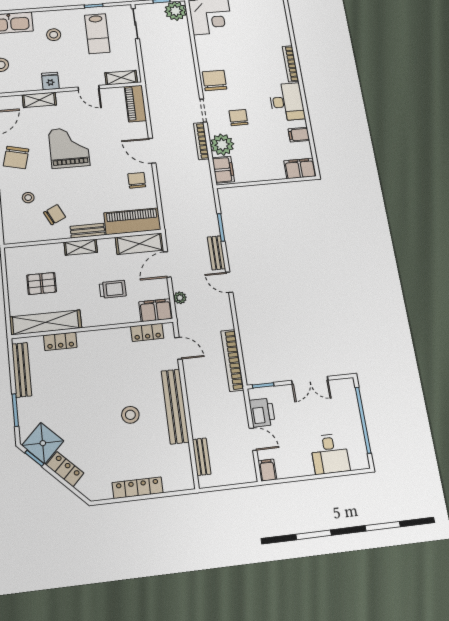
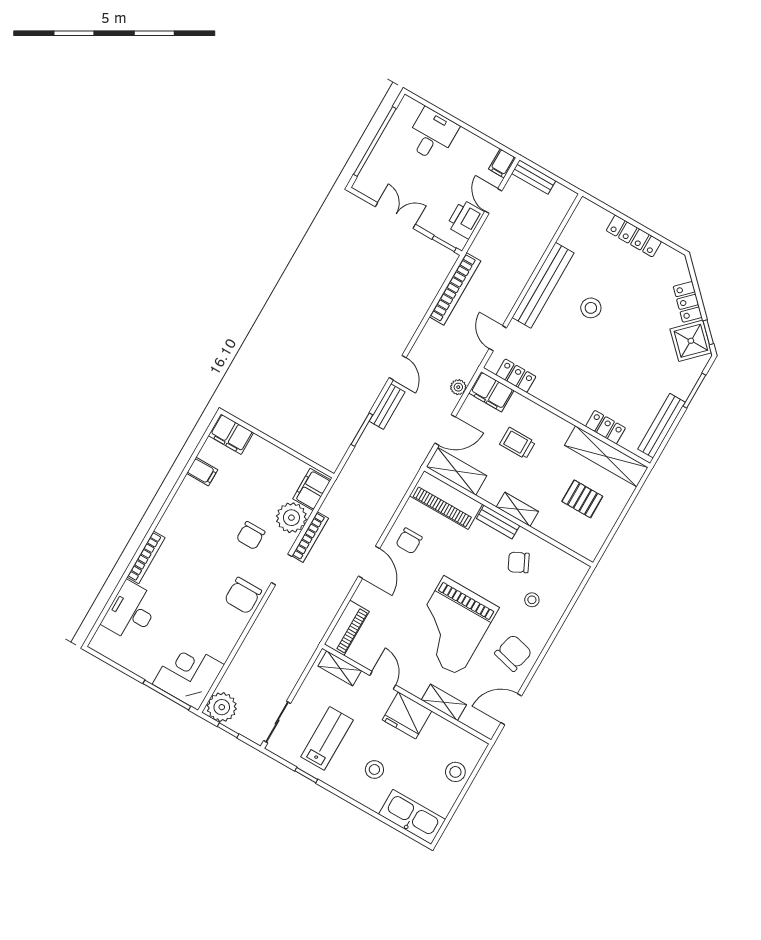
fridge: (50, 81) -> (407, 715), width x1.88, depth x1.34
desk: (287, 102) -> (131, 612), moved
grand piano: (69, 147) -> (452, 626), width x1.37, depth x1.48
bench: (201, 457) -> (534, 177), moved, turned 90

